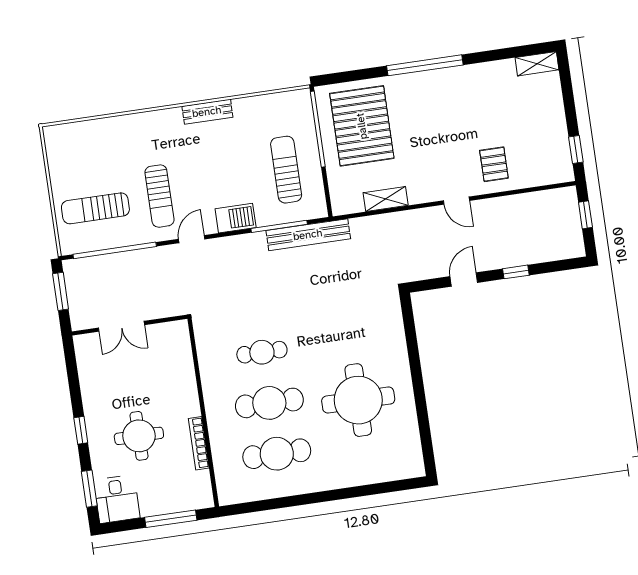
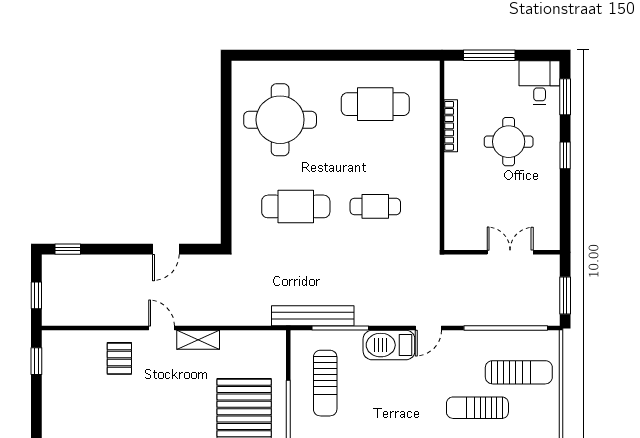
sun lounger: (159, 196) -> (477, 408), moved, turned -90
shelving: (386, 199) -> (198, 340), moved
barbecue: (236, 218) -> (389, 345), width x1.37, depth x1.21
window: (516, 272) -> (68, 249), moved
round table: (358, 400) -> (280, 120), moved
cafe table: (269, 403) -> (296, 206), moved

